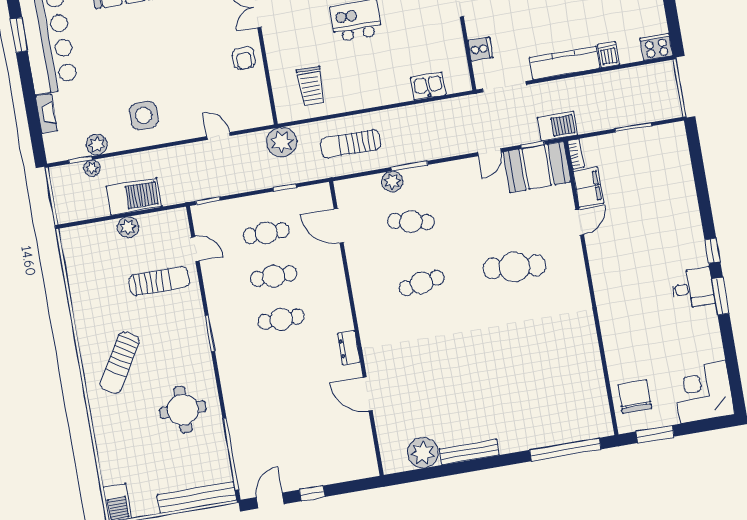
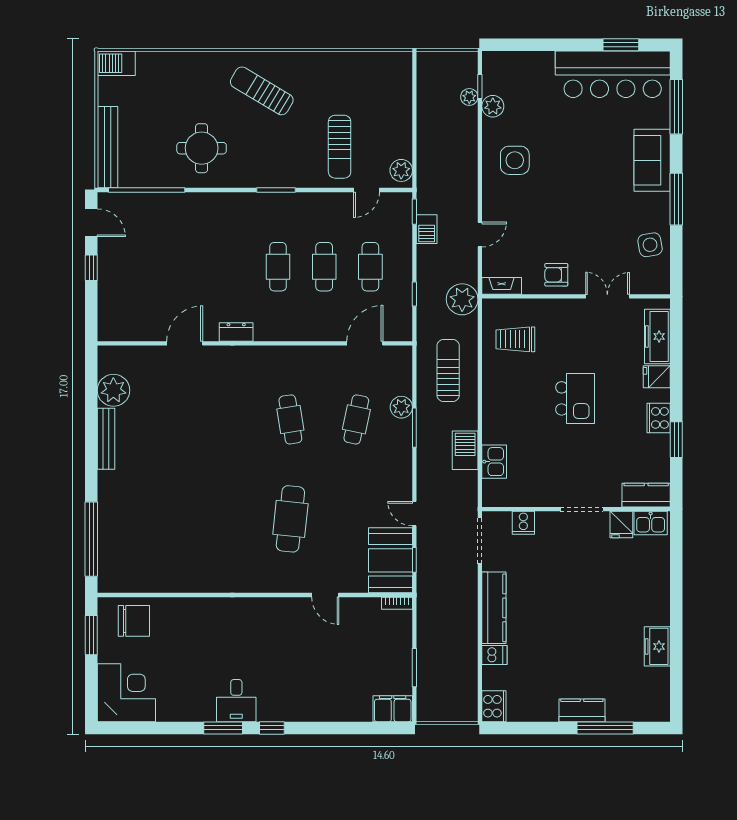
fireplace: (46, 114) -> (502, 286), moved, turned 180
barbecue: (557, 126) -> (465, 450), moved, turned 180
filing cabinet: (588, 187) -> (393, 709), moved, turned 180
barbecue: (134, 197) -> (427, 229), moved, width x0.53, depth x0.65
plant: (128, 227) -> (401, 170), moved

